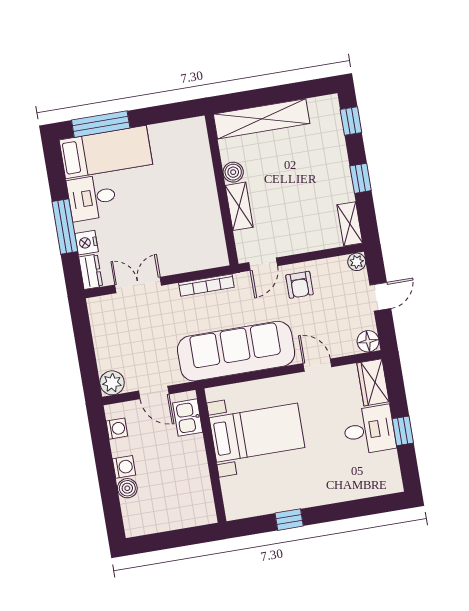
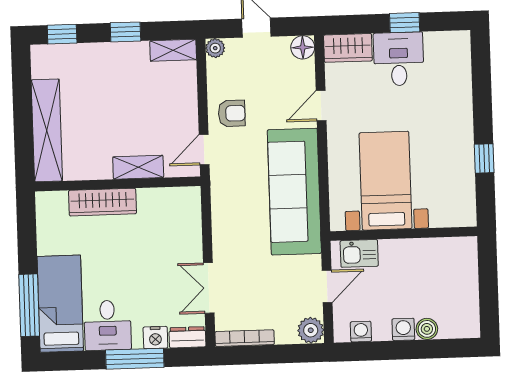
boiler: (233, 172) -> (100, 169), removed
wardrobe: (203, 178) -> (102, 202), added
door: (263, 264) -> (204, 150), swing flipped
bookcase: (206, 285) -> (245, 338), moved, turned -90

